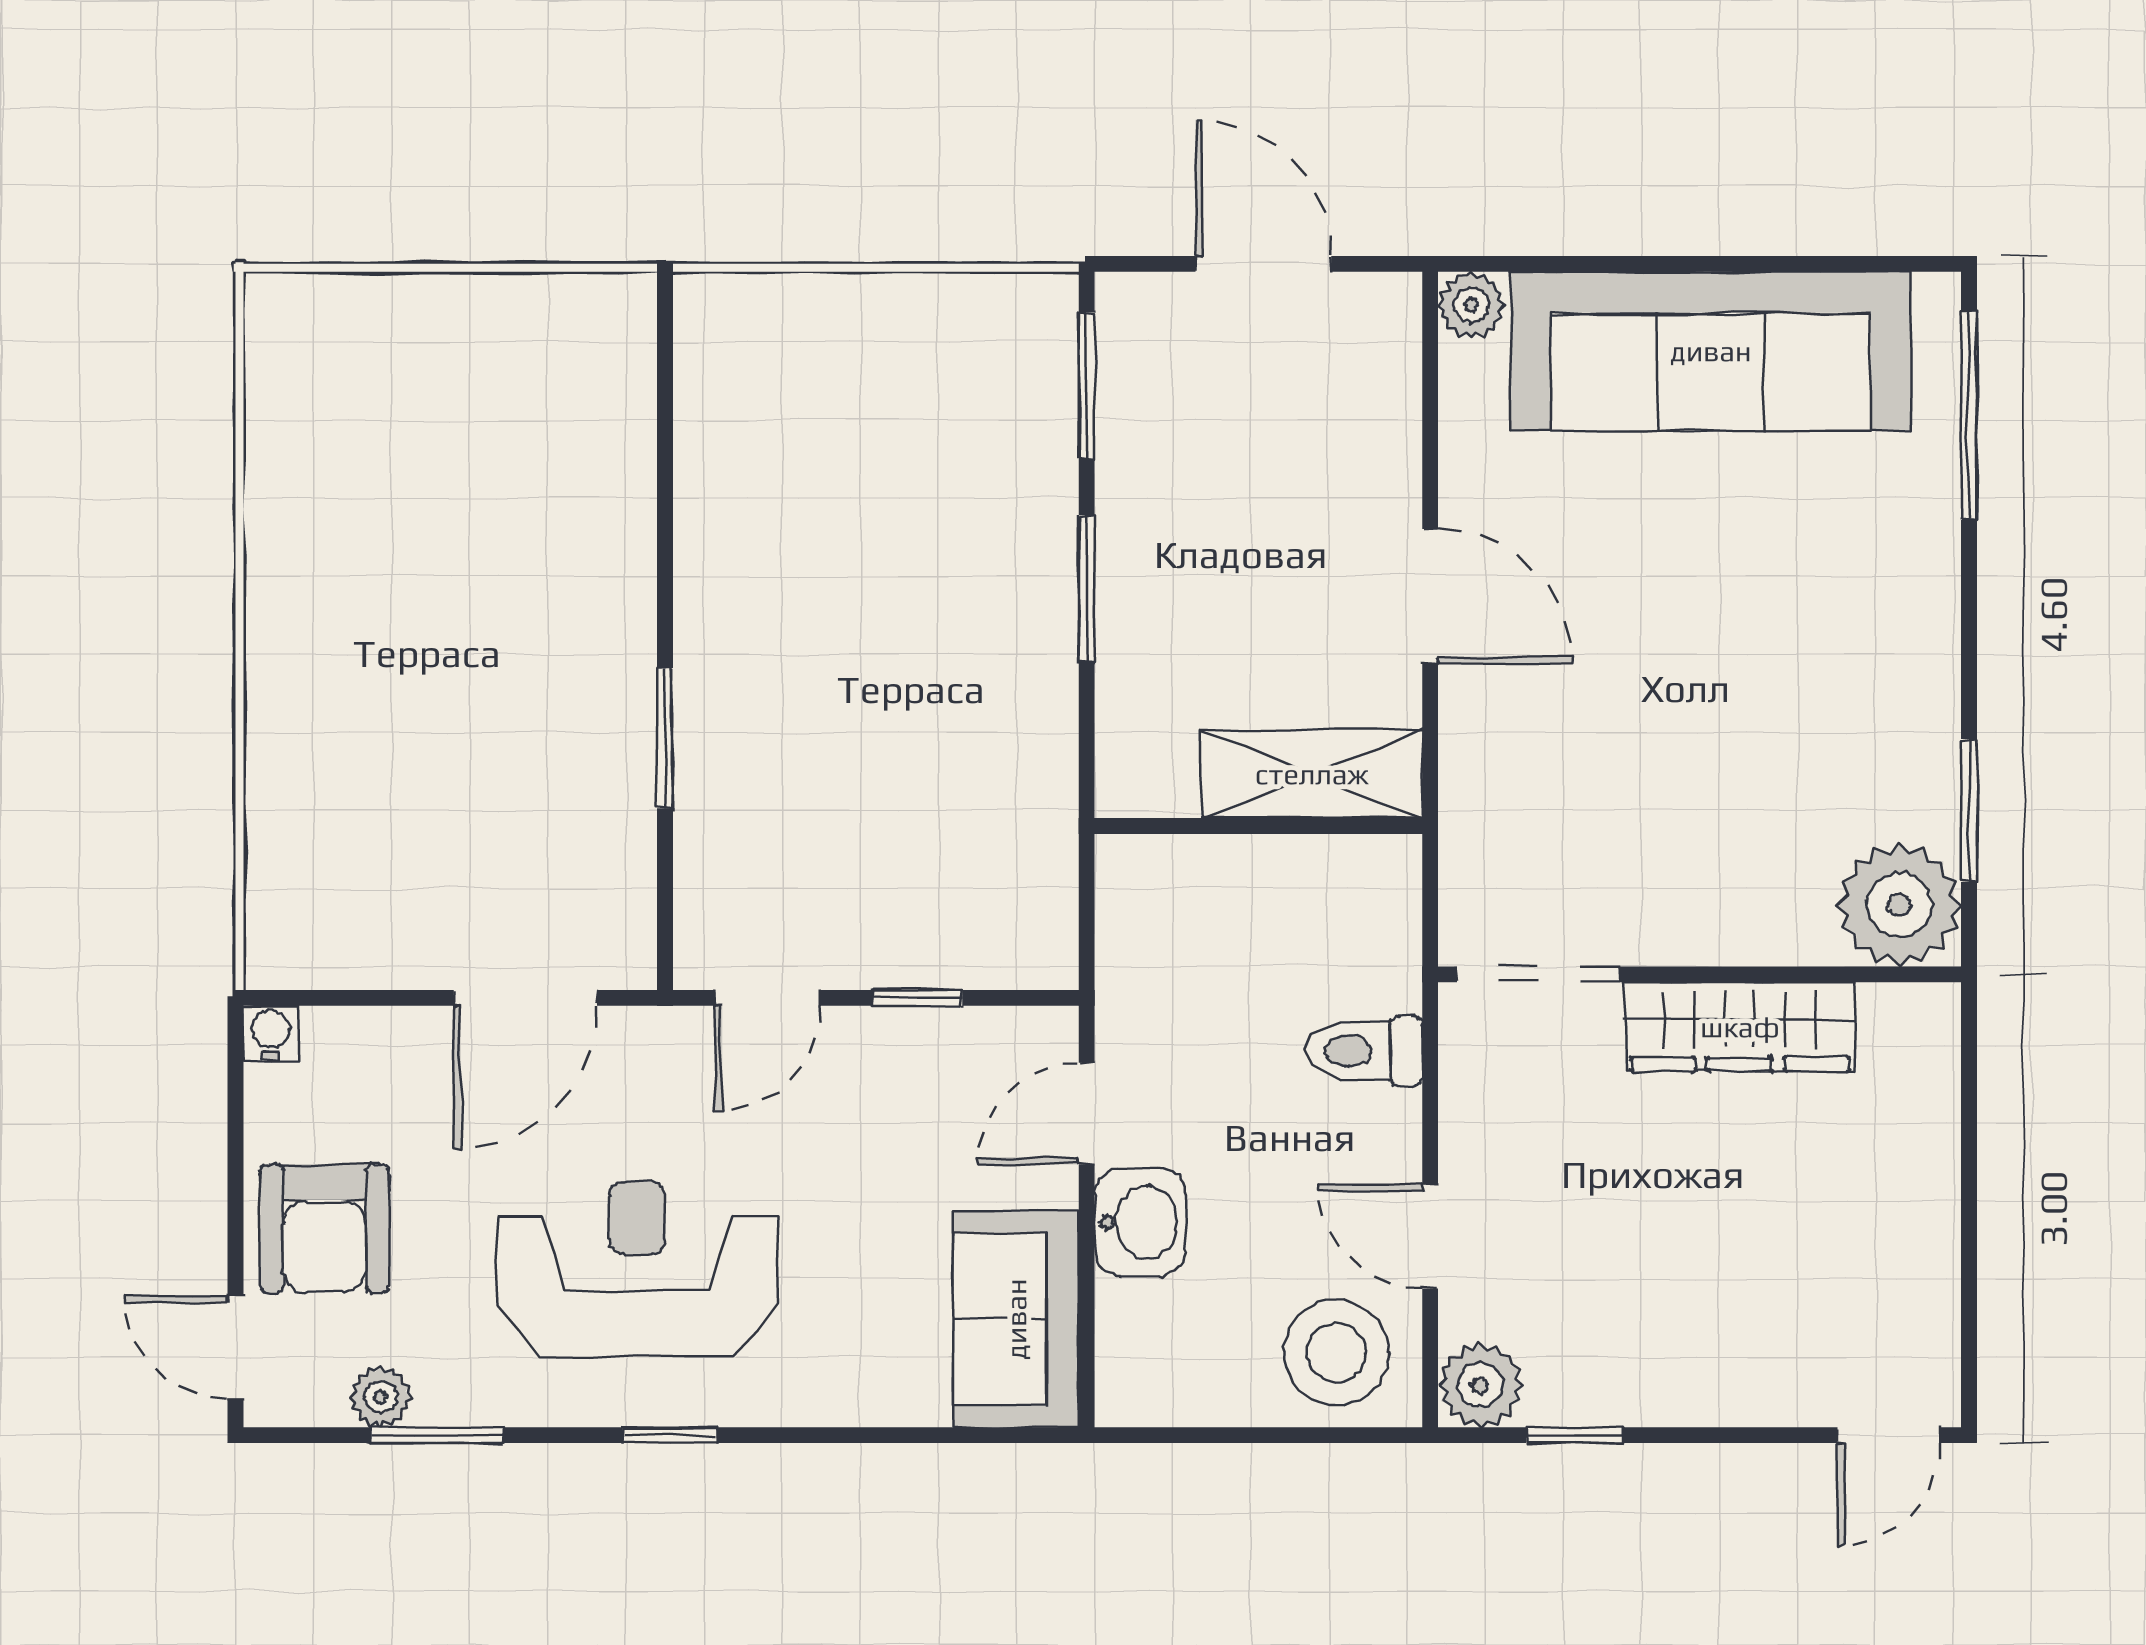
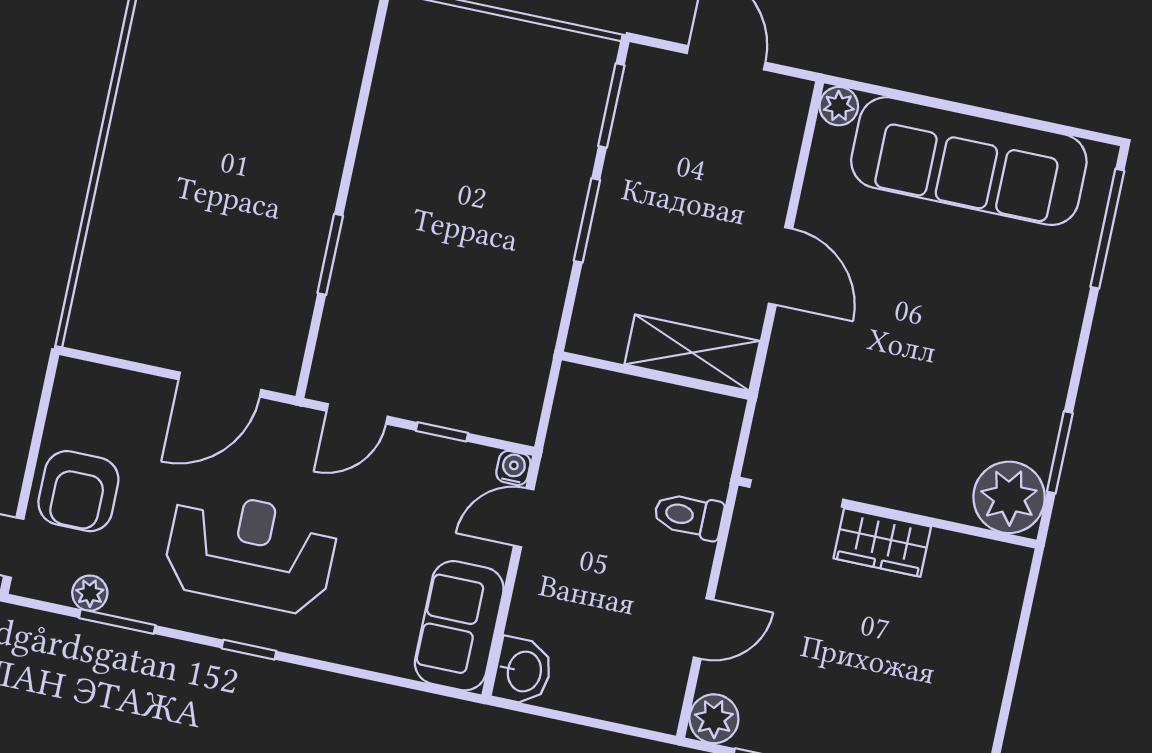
wardrobe: (1740, 1027) -> (882, 543), width x0.67
water cooler: (271, 1033) -> (513, 468), moved
washbasin: (1140, 1222) -> (523, 671), moved
door: (1430, 1236) -> (703, 629), swing flipped
stool: (1336, 1352) -> (636, 683), removed

